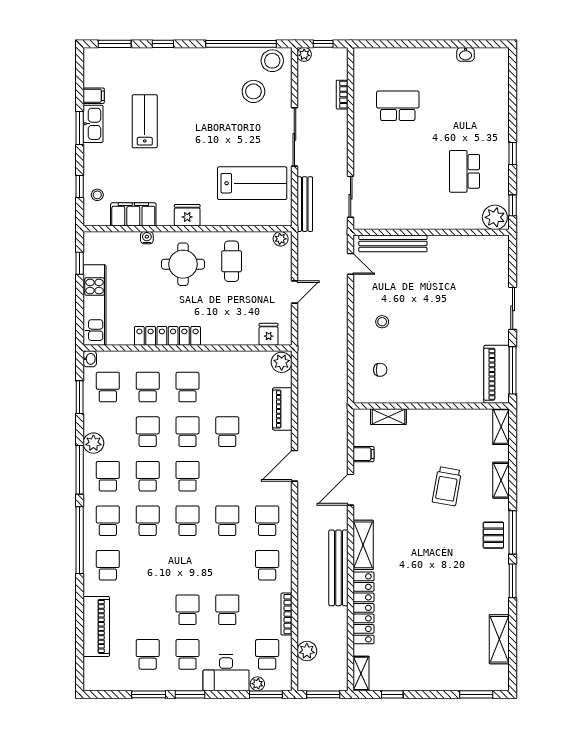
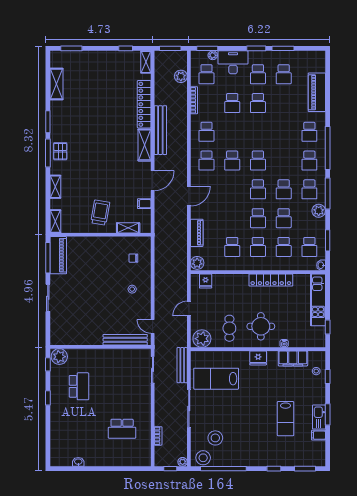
plant: (281, 239) -> (202, 339), width x1.87, depth x1.87
school desk: (227, 432) -> (232, 247), moved
trolley: (447, 486) -> (100, 213), moved
school desk: (148, 521) -> (284, 161), removed

